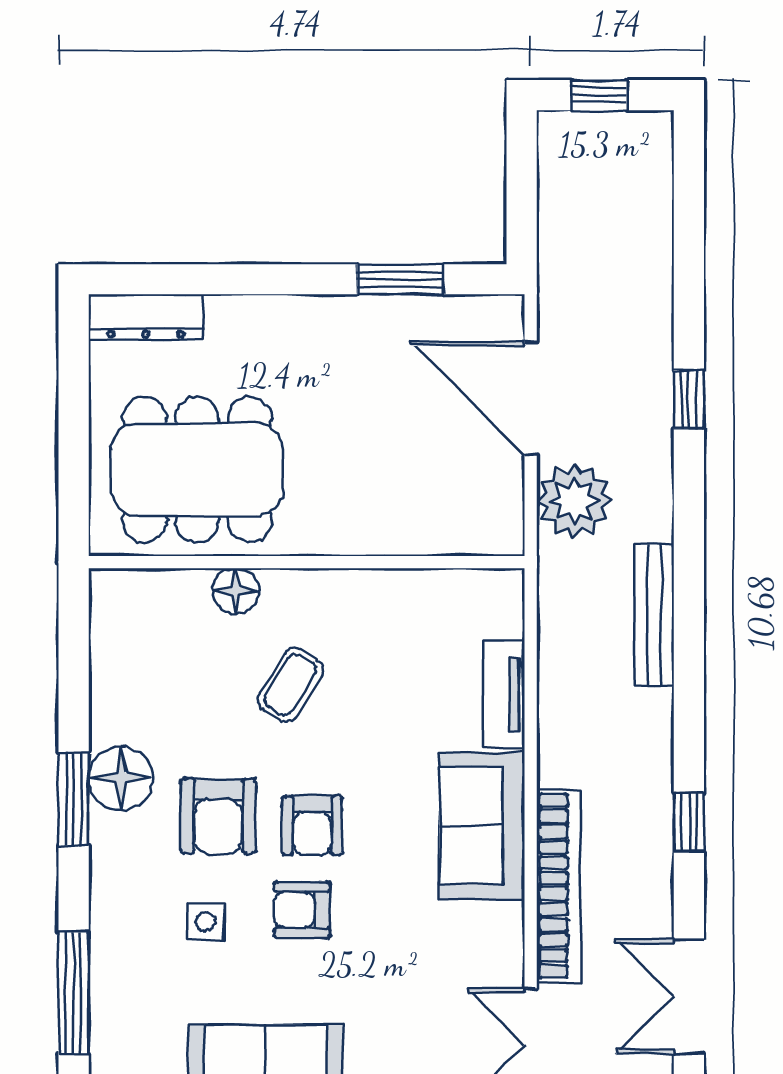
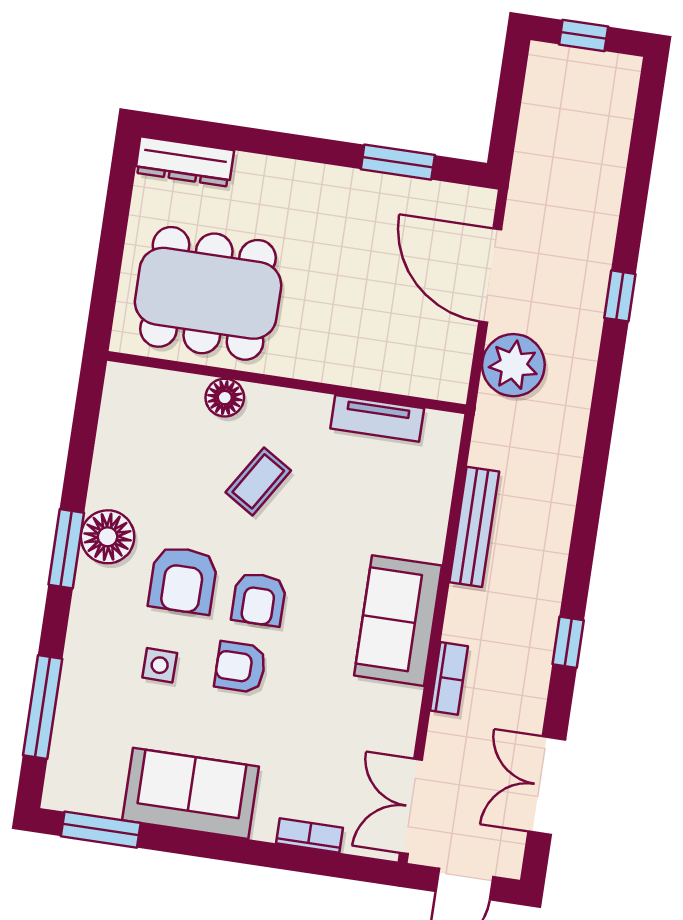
bench: (654, 615) -> (474, 527), moved
tv unit: (504, 695) -> (377, 418), moved, turned -90
bookcase: (559, 886) -> (449, 678), width x0.43, depth x0.76

